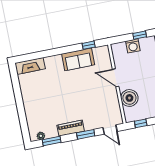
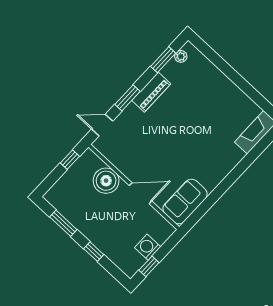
window: (89, 45) -> (202, 209), removed
sofa: (78, 59) -> (185, 202), moved

